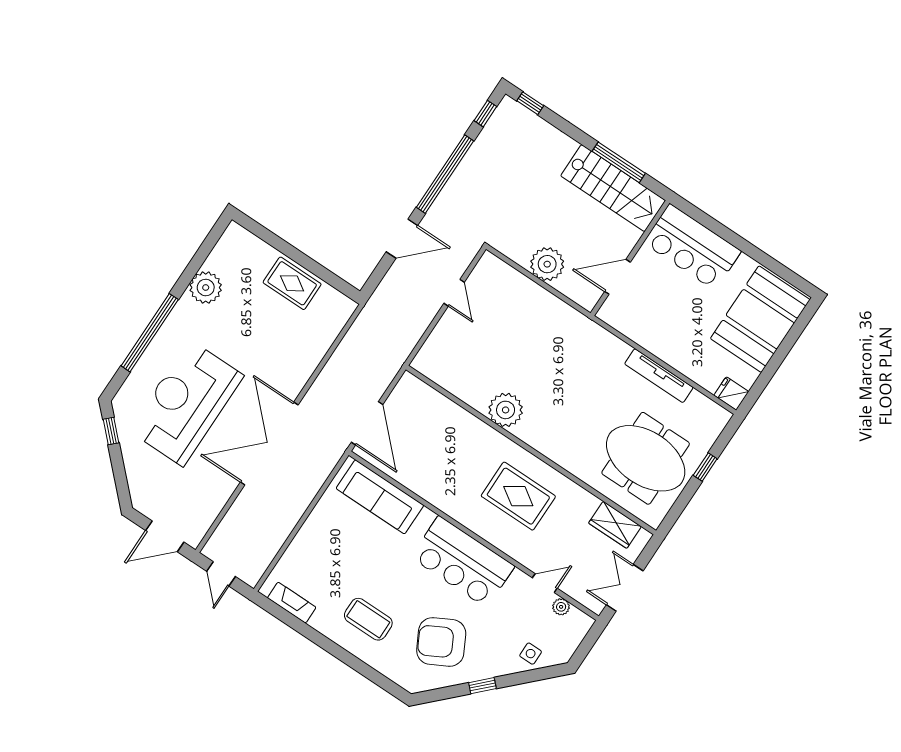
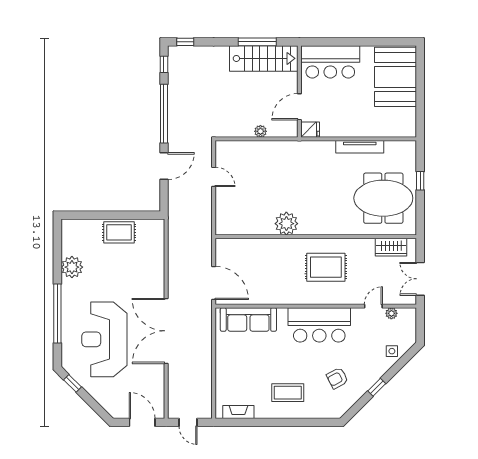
plant: (547, 264) -> (260, 131), width x0.53, depth x0.53
fridge: (731, 393) -> (310, 130), moved, turned 180
door: (165, 536) -> (142, 422), swing flipped
armchair: (441, 642) -> (337, 378), width x0.53, depth x0.53

